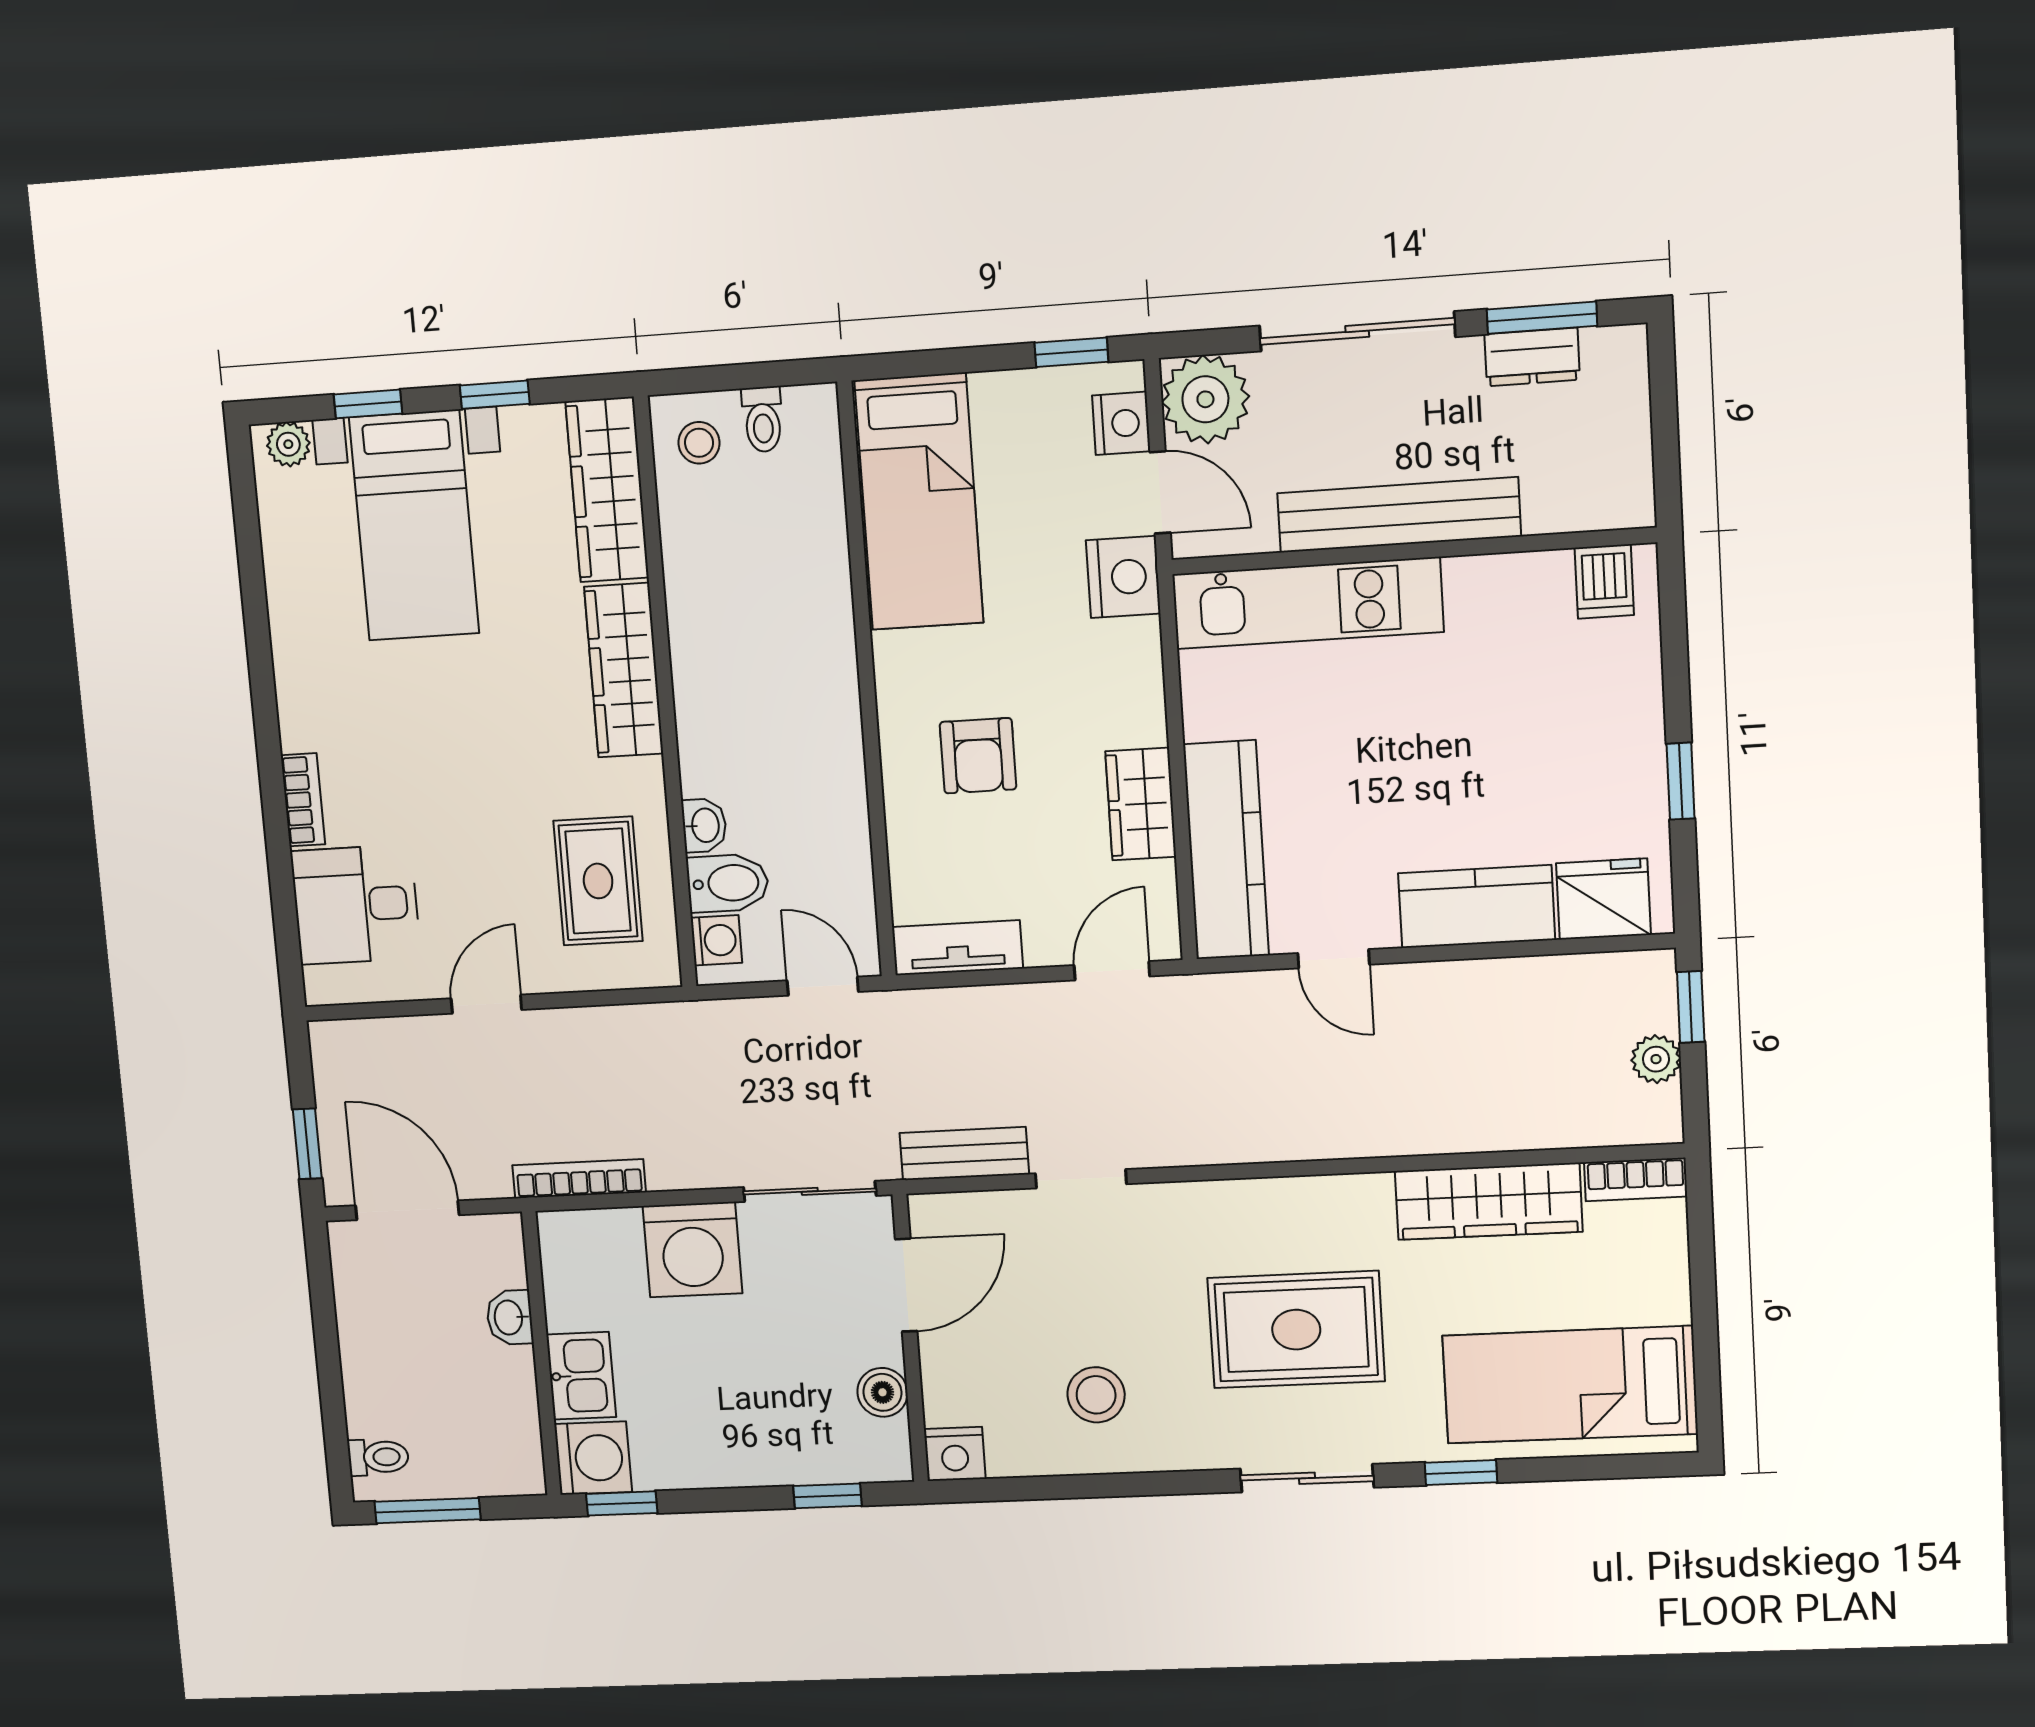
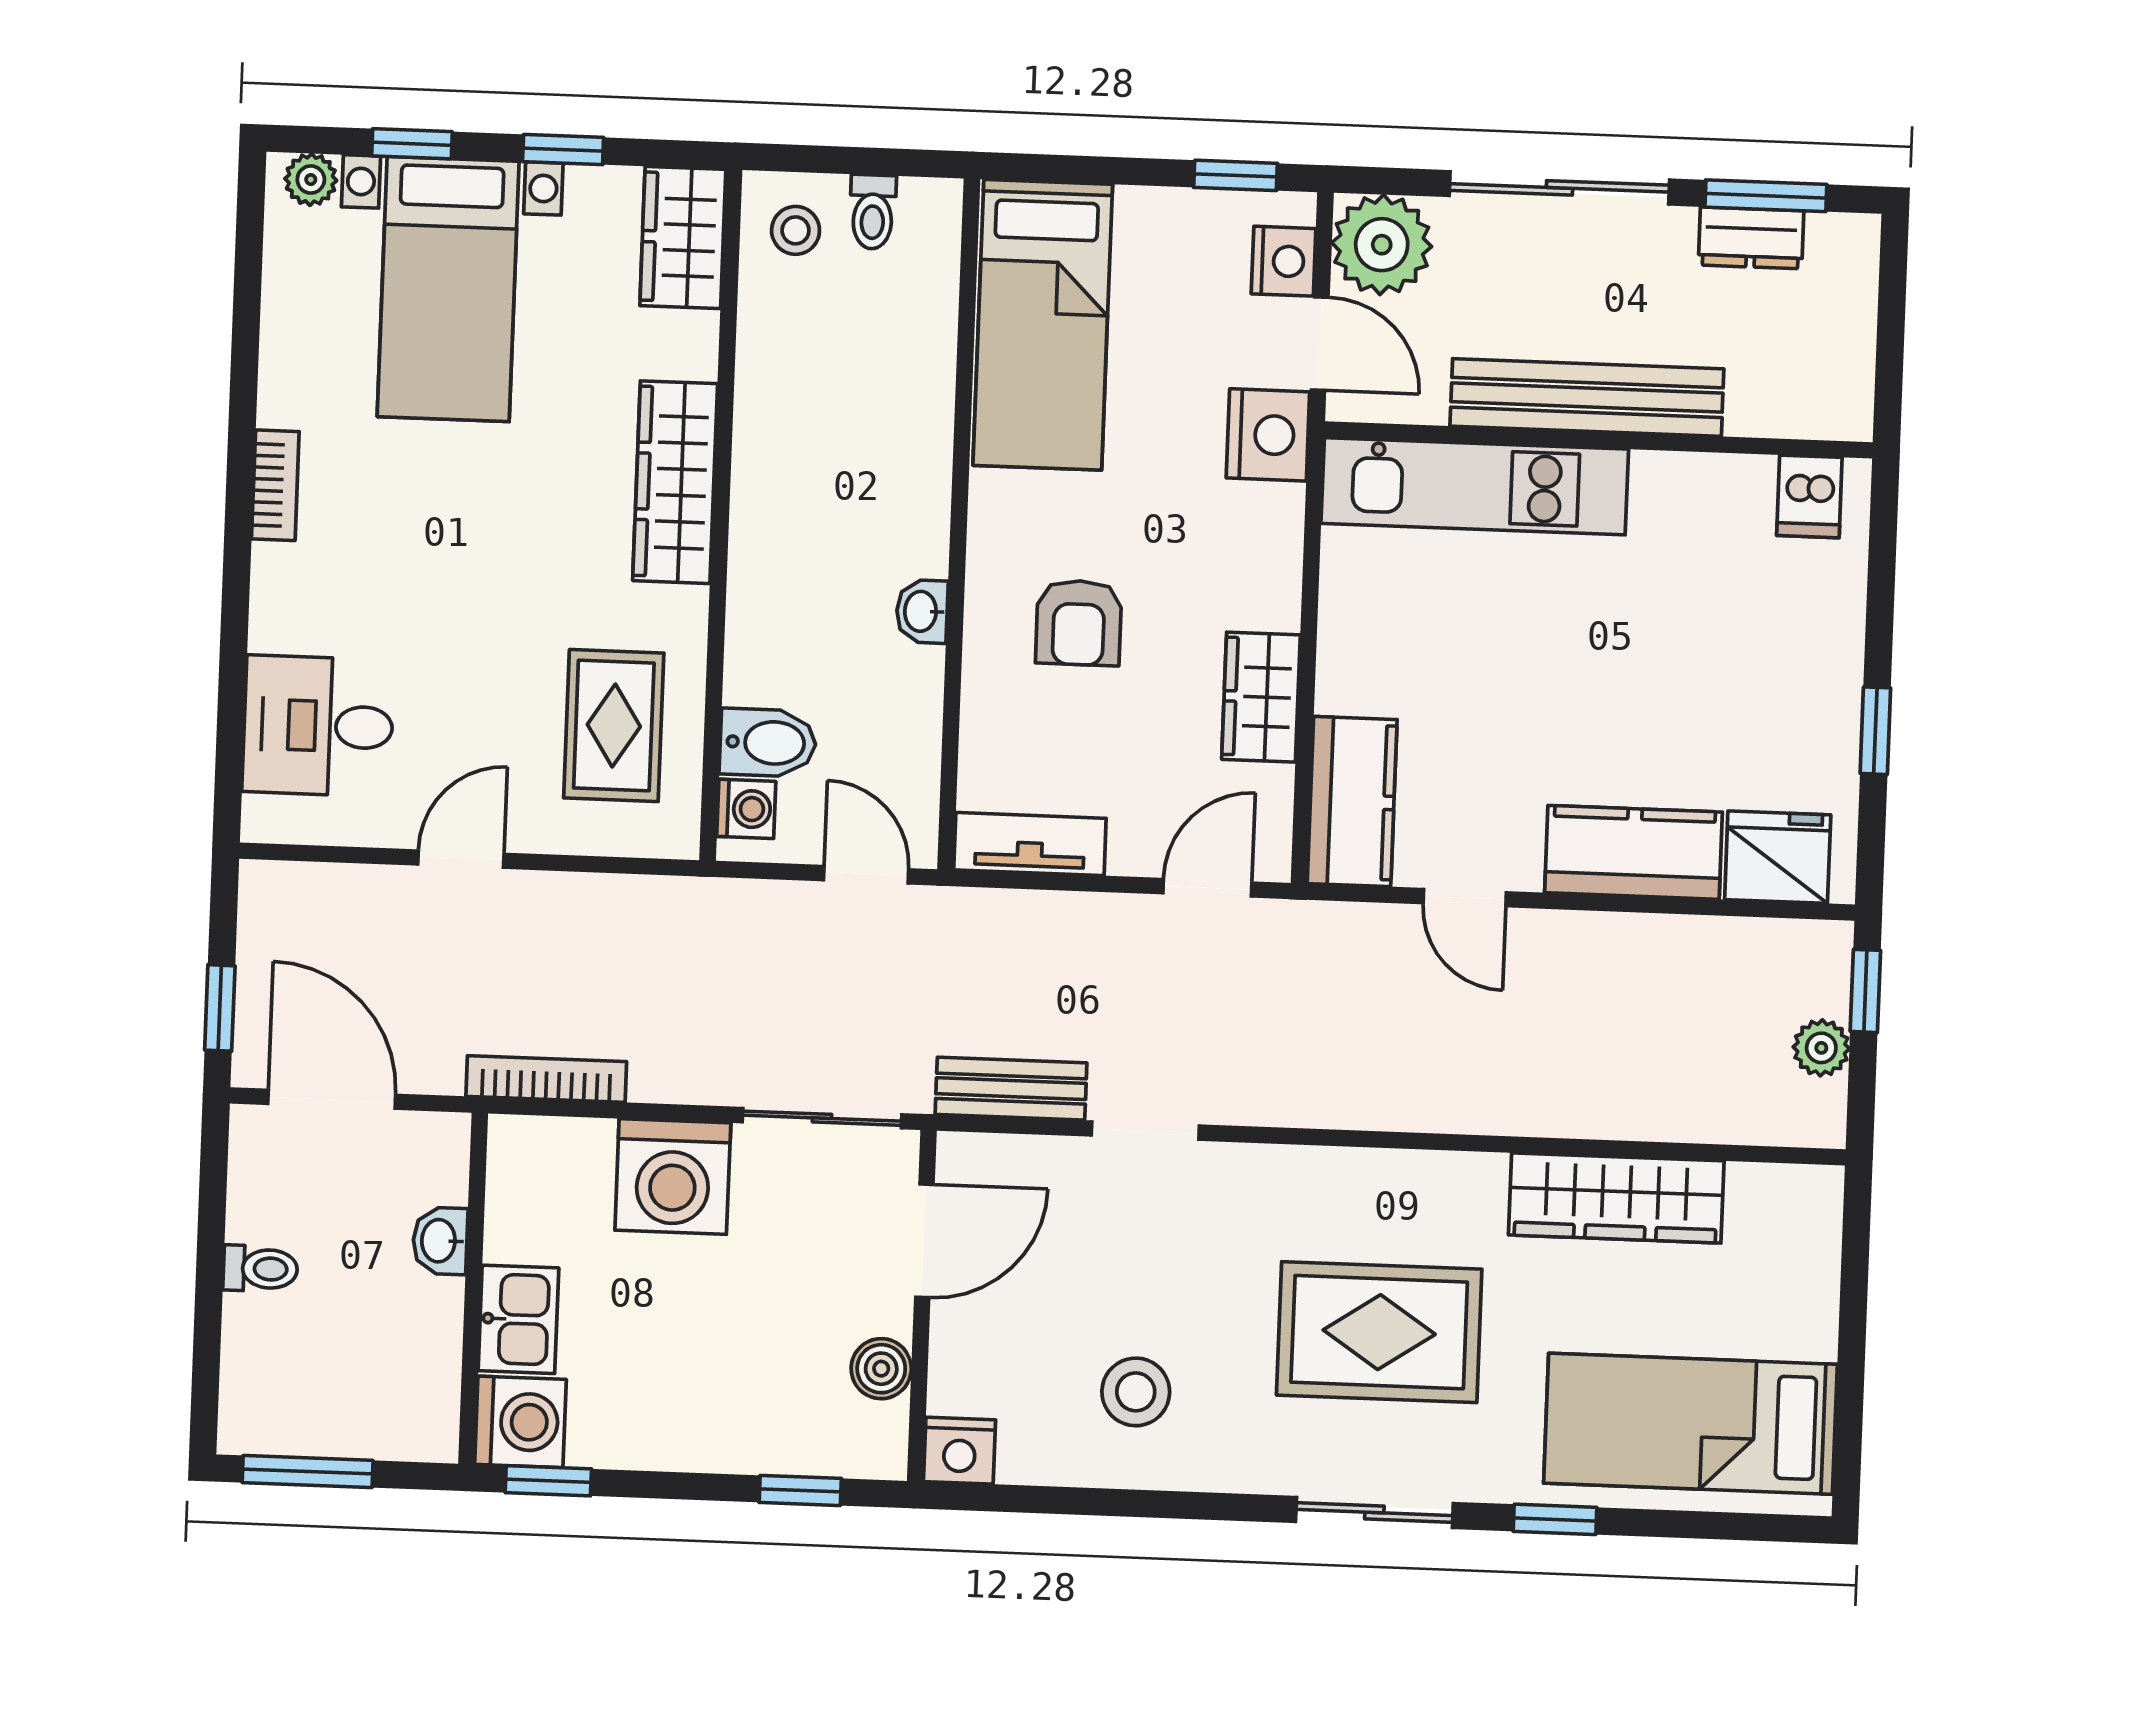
wardrobe: (607, 490) -> (683, 237), width x0.67
bookcase: (303, 800) -> (275, 485), moved
washbasin: (704, 825) -> (922, 611), moved, turned 180
kitchen counter: (1226, 850) -> (1352, 802), width x0.67
bookcase: (1636, 1179) -> (1786, 1187), removed
toilet: (378, 1457) -> (260, 1269), moved

